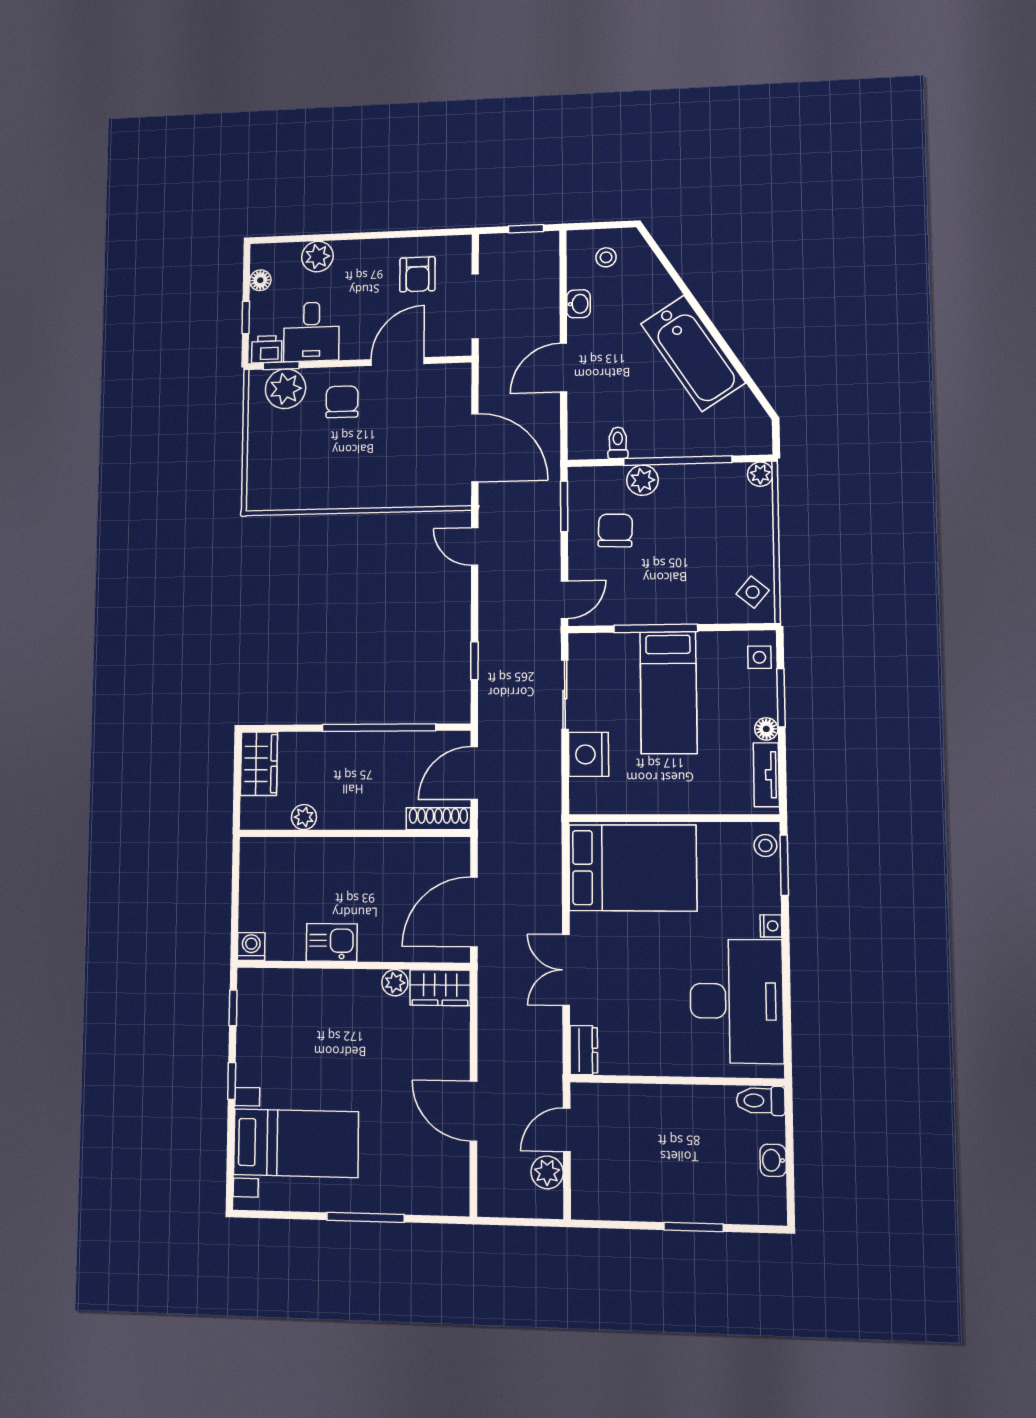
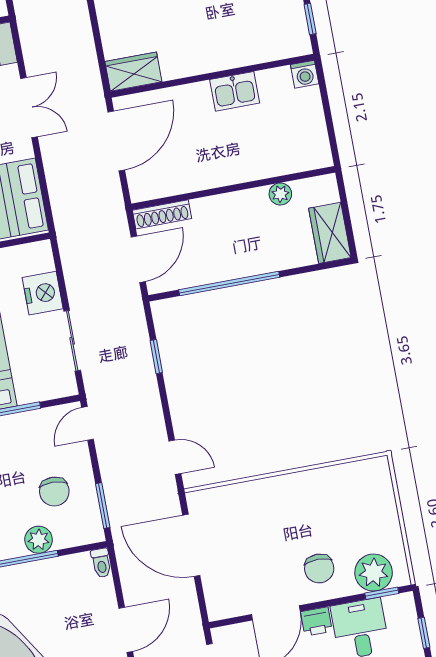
printer: (267, 349) -> (316, 621), moved
toilet: (618, 443) -> (101, 563), moved
plant: (395, 983) -> (173, 68), removed

